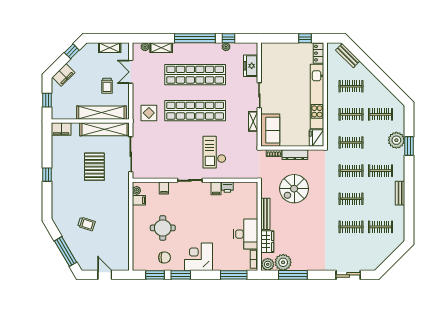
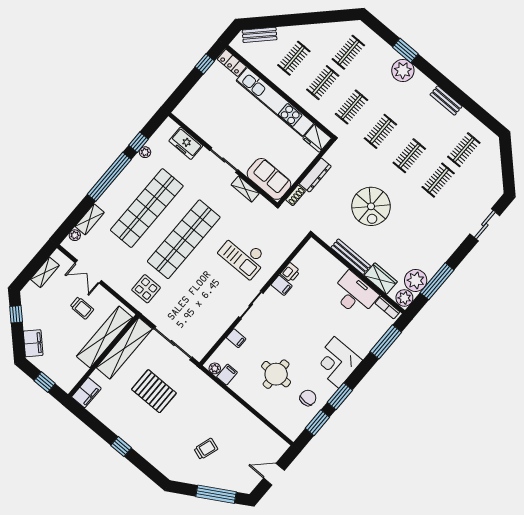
plant: (396, 140) -> (403, 70), moved
clothes rail: (381, 171) -> (406, 101), removed
spiral stairs: (294, 189) -> (371, 206), moved

